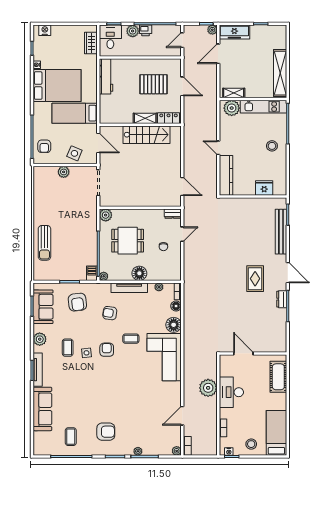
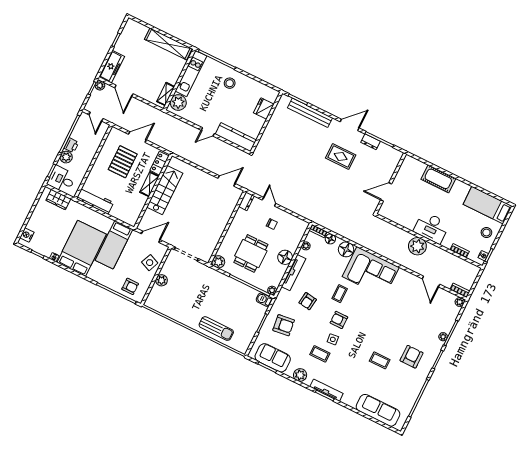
door: (243, 353) -> (386, 192), moved
wall: (253, 353) -> (390, 183), moved
sofa: (42, 409) -> (378, 410), moved
coffee table: (71, 437) -> (380, 360), moved

